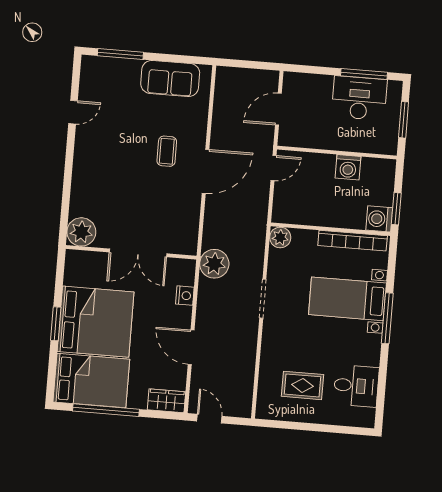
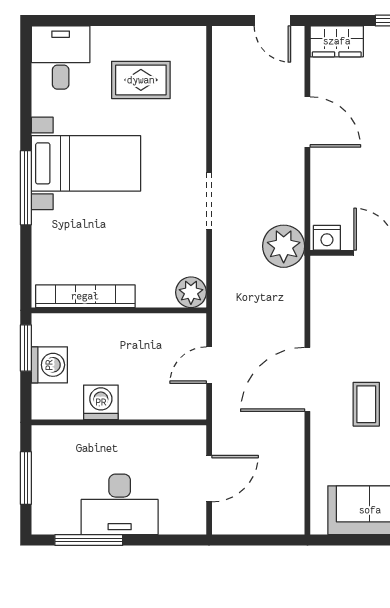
desk: (359, 98) -> (120, 504), moved
door: (274, 168) -> (209, 365), moved
washing machine: (379, 219) -> (49, 365), moved
nightstand: (185, 296) -> (327, 238), moved, turned -90
bed with nightstands: (347, 299) -> (86, 163), moved
desk: (356, 386) -> (61, 58), moved, turned 90

